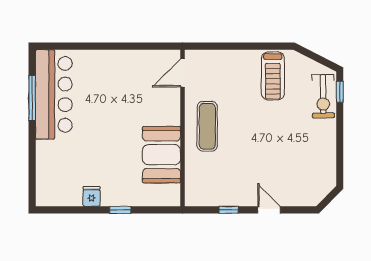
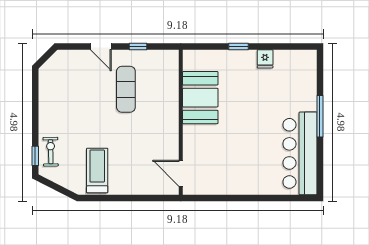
door: (183, 73) -> (181, 173), swing flipped
exercise bike: (323, 96) -> (51, 152), width x0.73, depth x0.72
window: (32, 98) -> (320, 116), moved
exercise mat: (207, 126) -> (126, 89), moved

